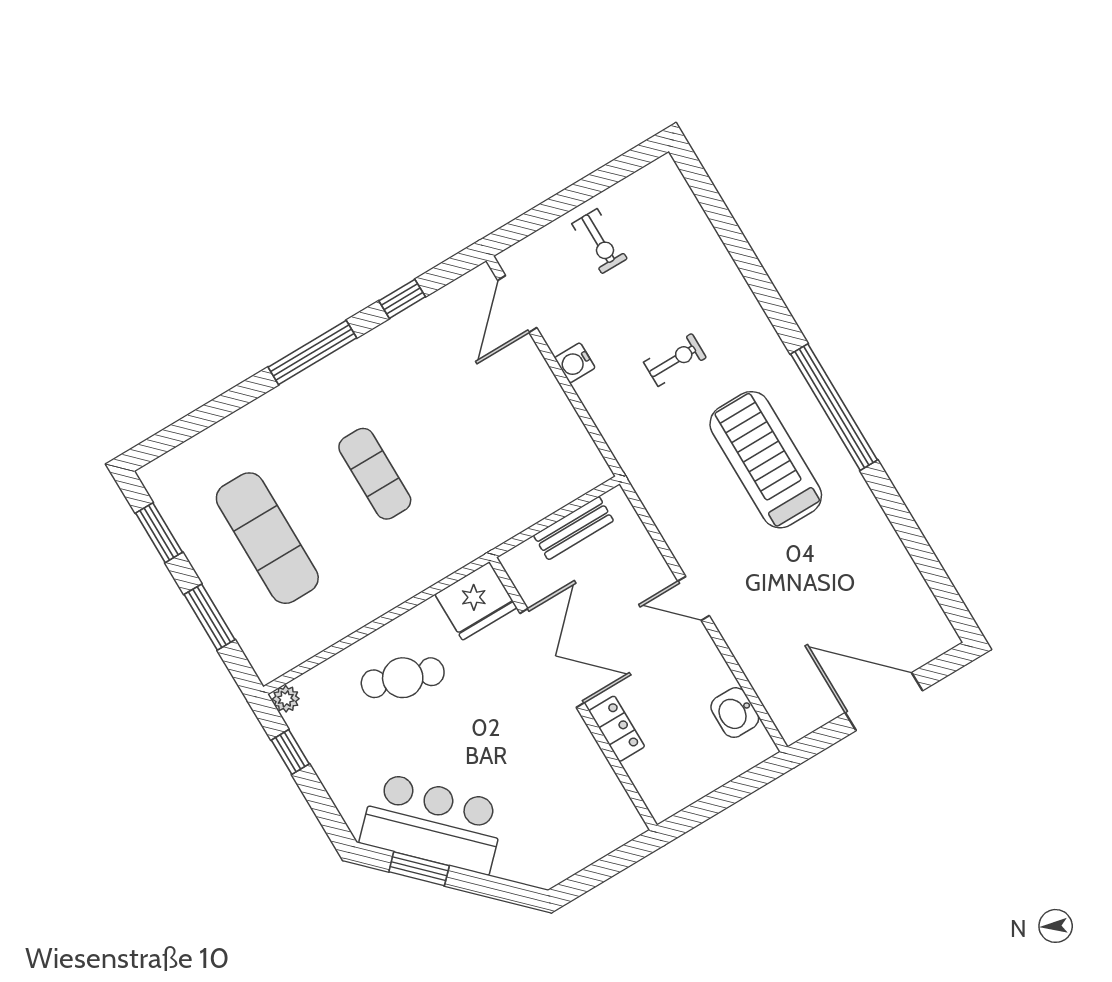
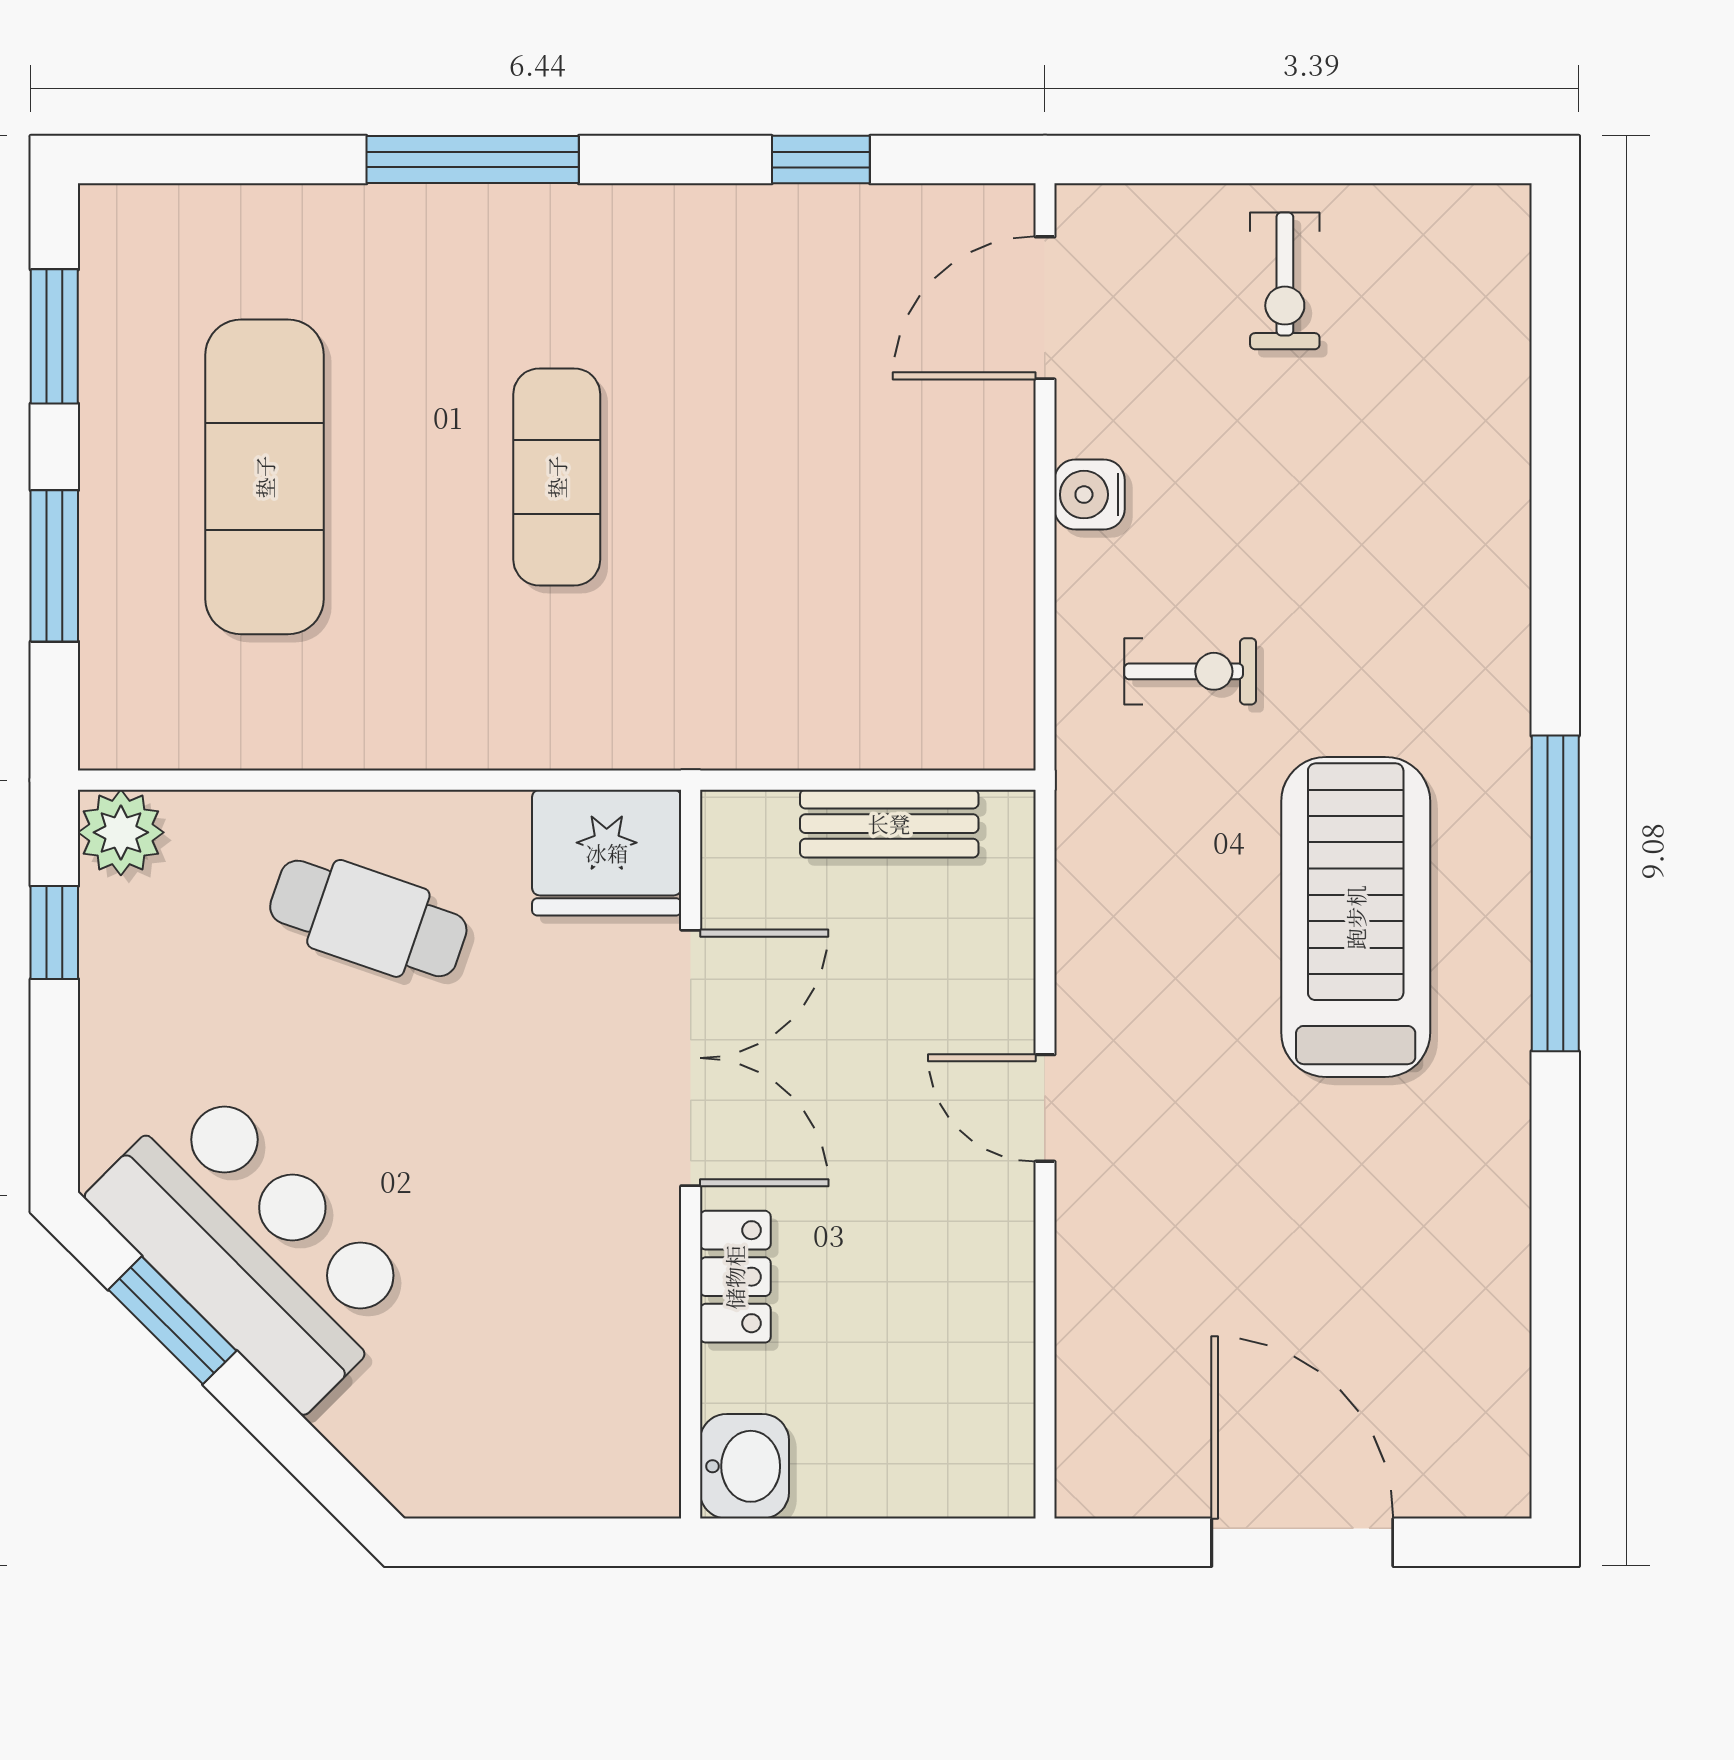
window: (312, 352) -> (473, 160), moved
exercise bike: (675, 360) -> (1190, 671), moved
plant: (286, 699) -> (121, 832), width x1.38, depth x1.38
washbasin: (735, 713) -> (744, 1466), moved, turned 180

